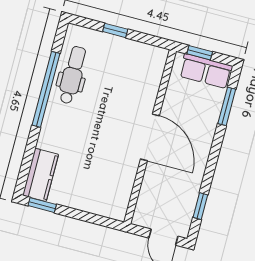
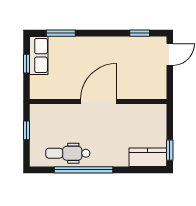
door: (150, 137) -> (99, 102), moved
wall: (150, 137) -> (98, 102), moved

